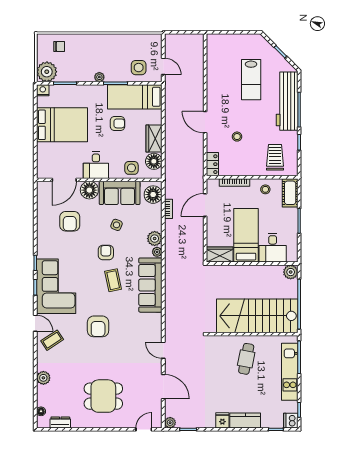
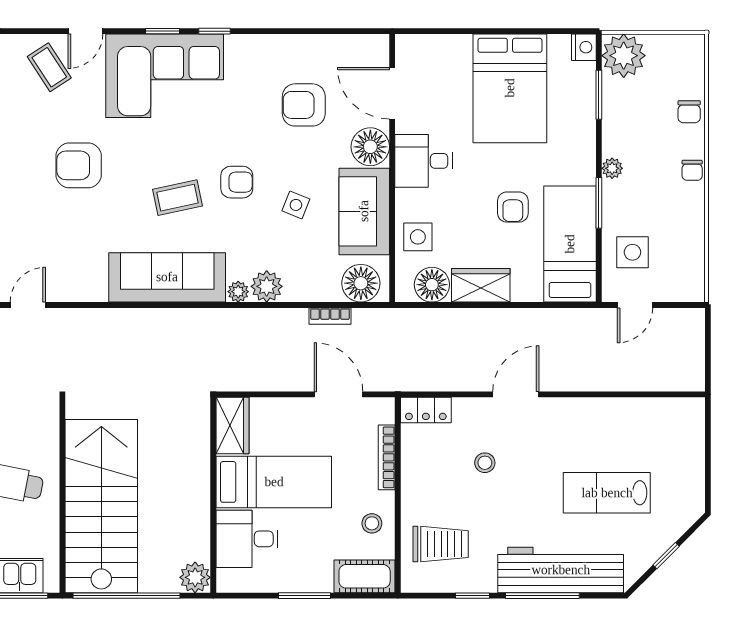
chair: (100, 40) -> (692, 170), added
chair: (59, 46) -> (689, 112), moved

